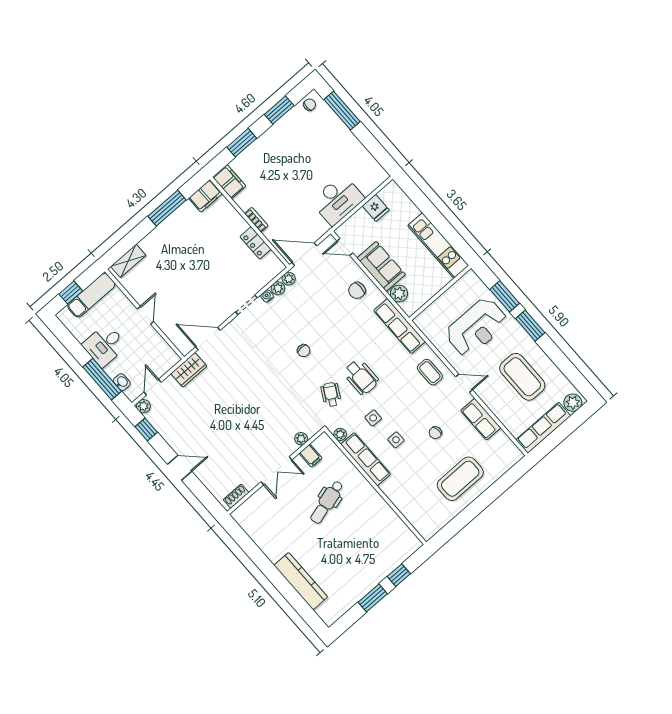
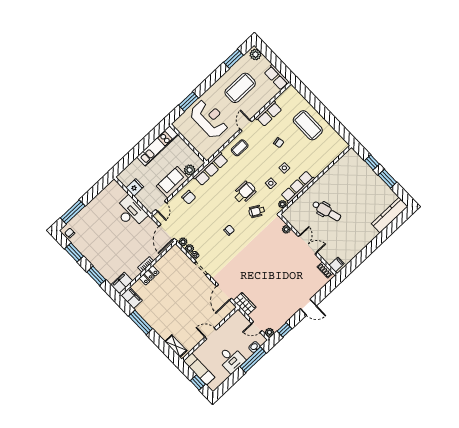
locker: (256, 243) -> (149, 275), moved
window: (530, 326) -> (233, 59), moved
row of seats: (543, 428) -> (277, 77), width x0.68
filing cabinet: (311, 456) -> (337, 264), moved
door: (180, 468) -> (308, 307), swing flipped
kitchen counter: (301, 581) -> (390, 215), moved

